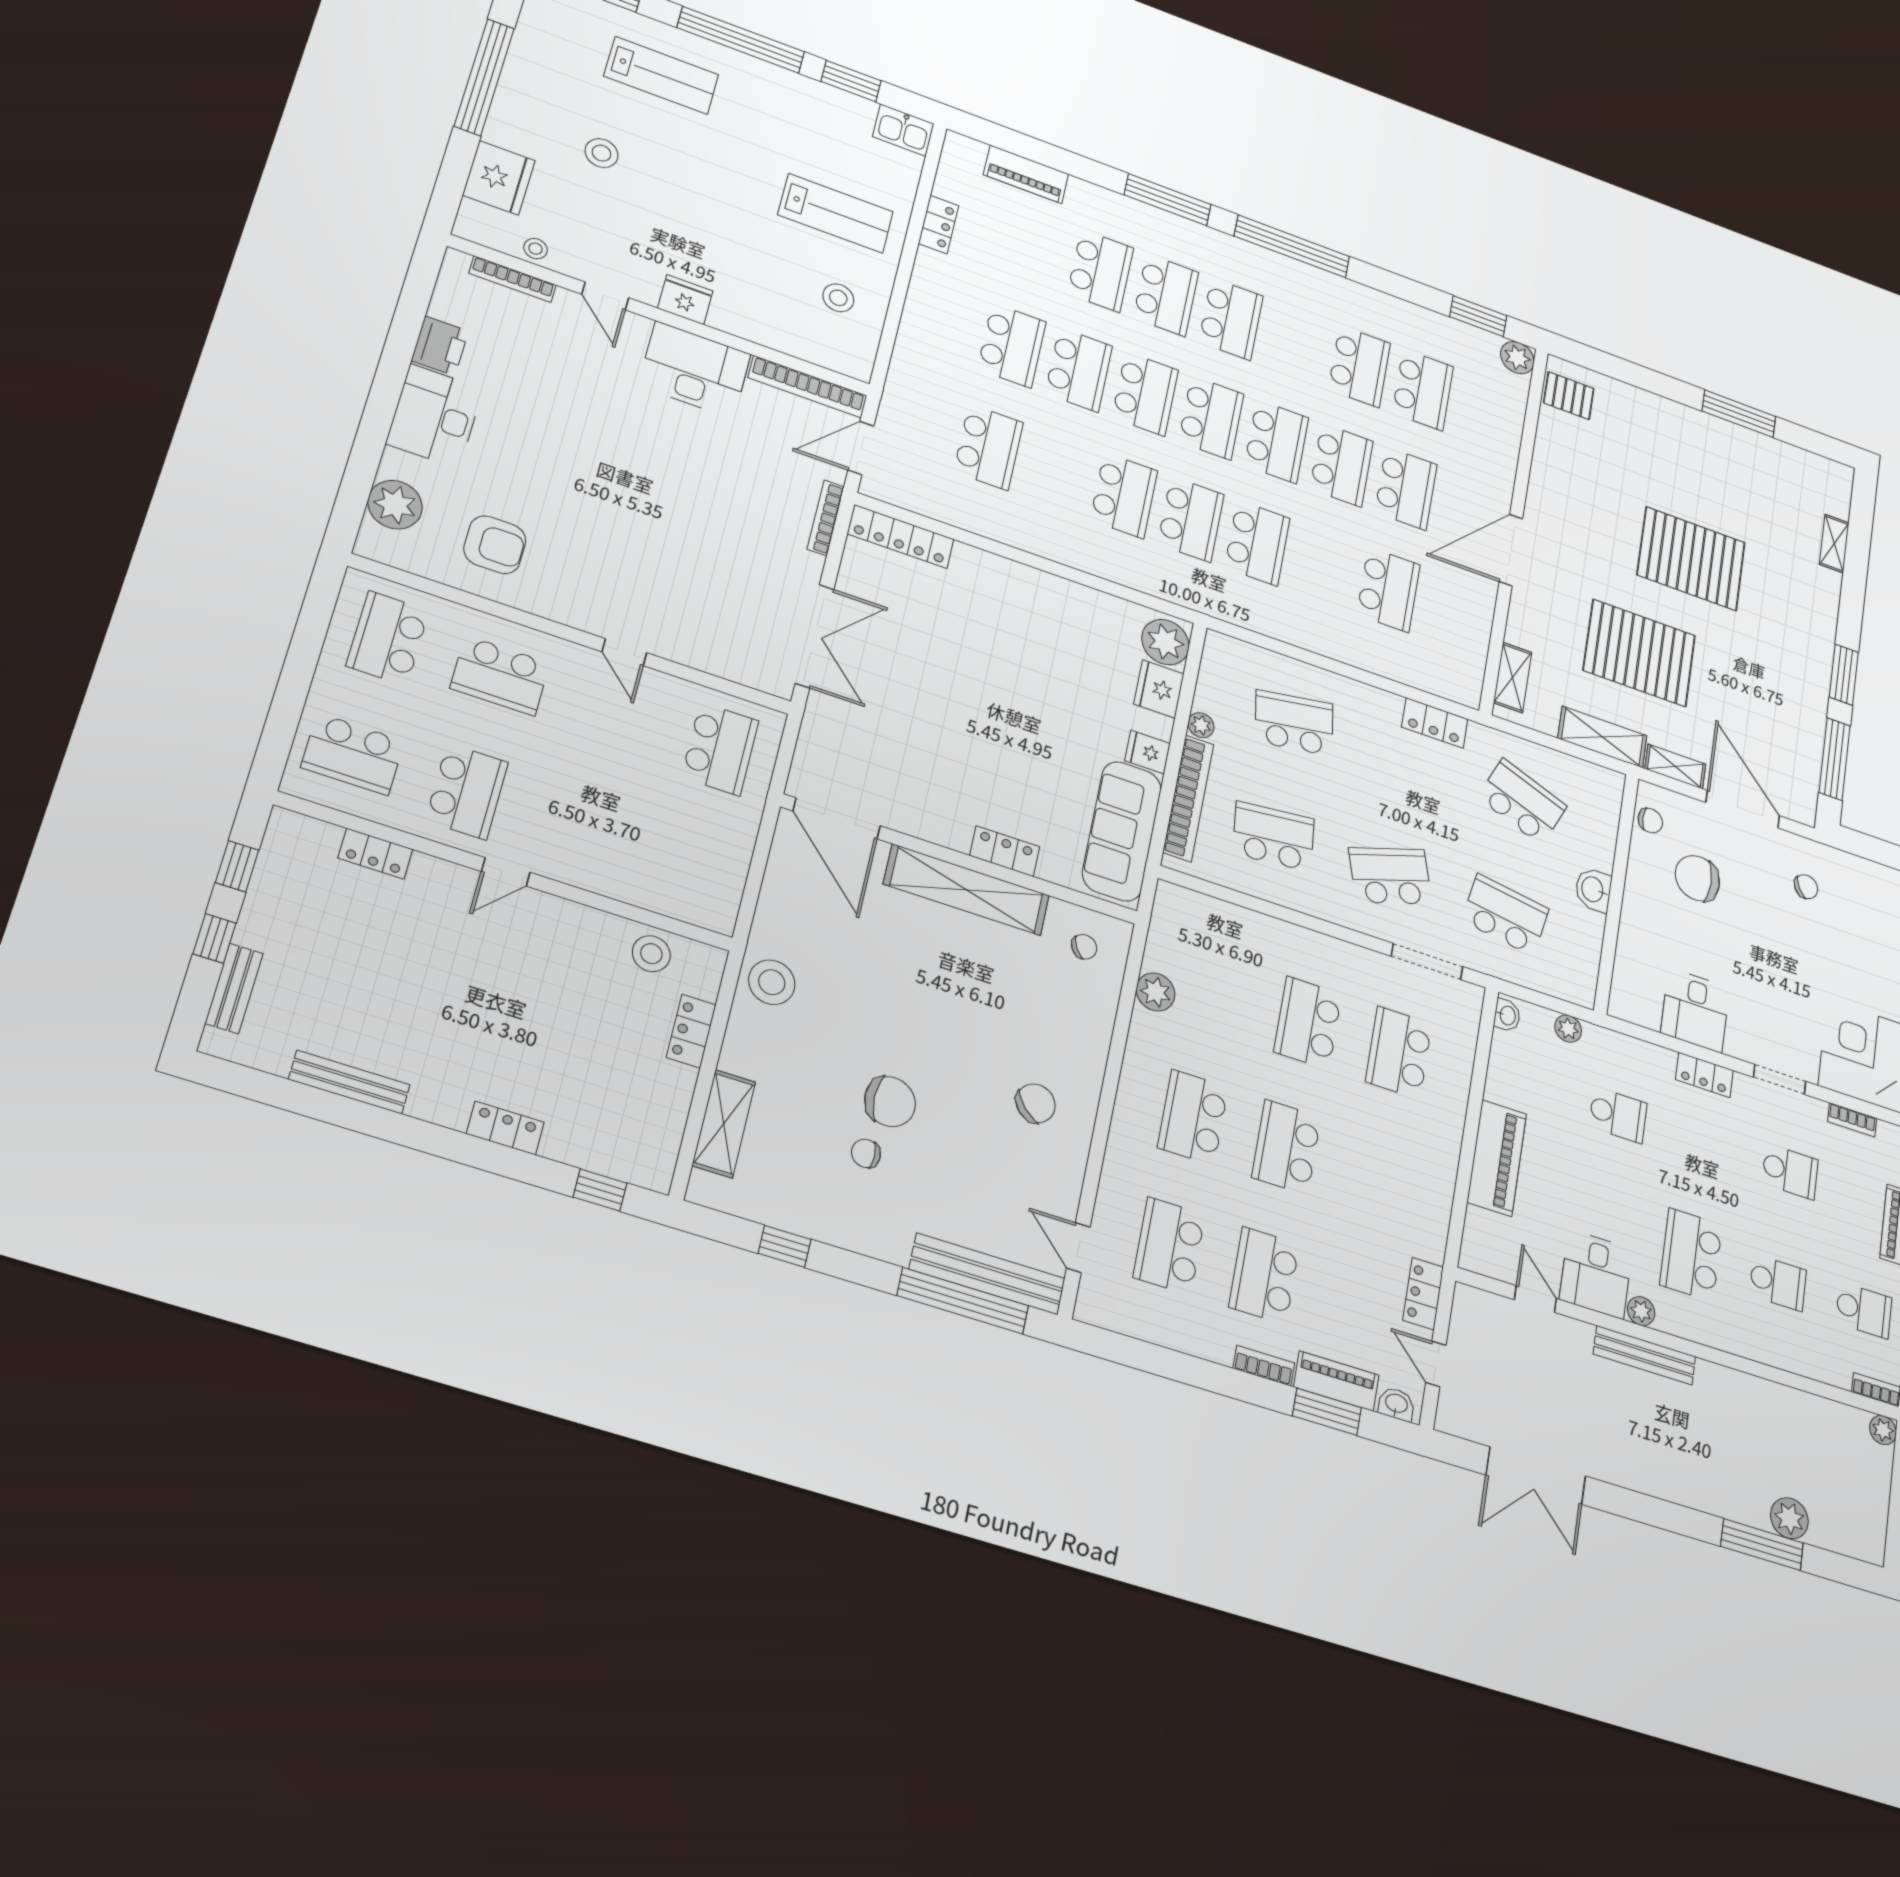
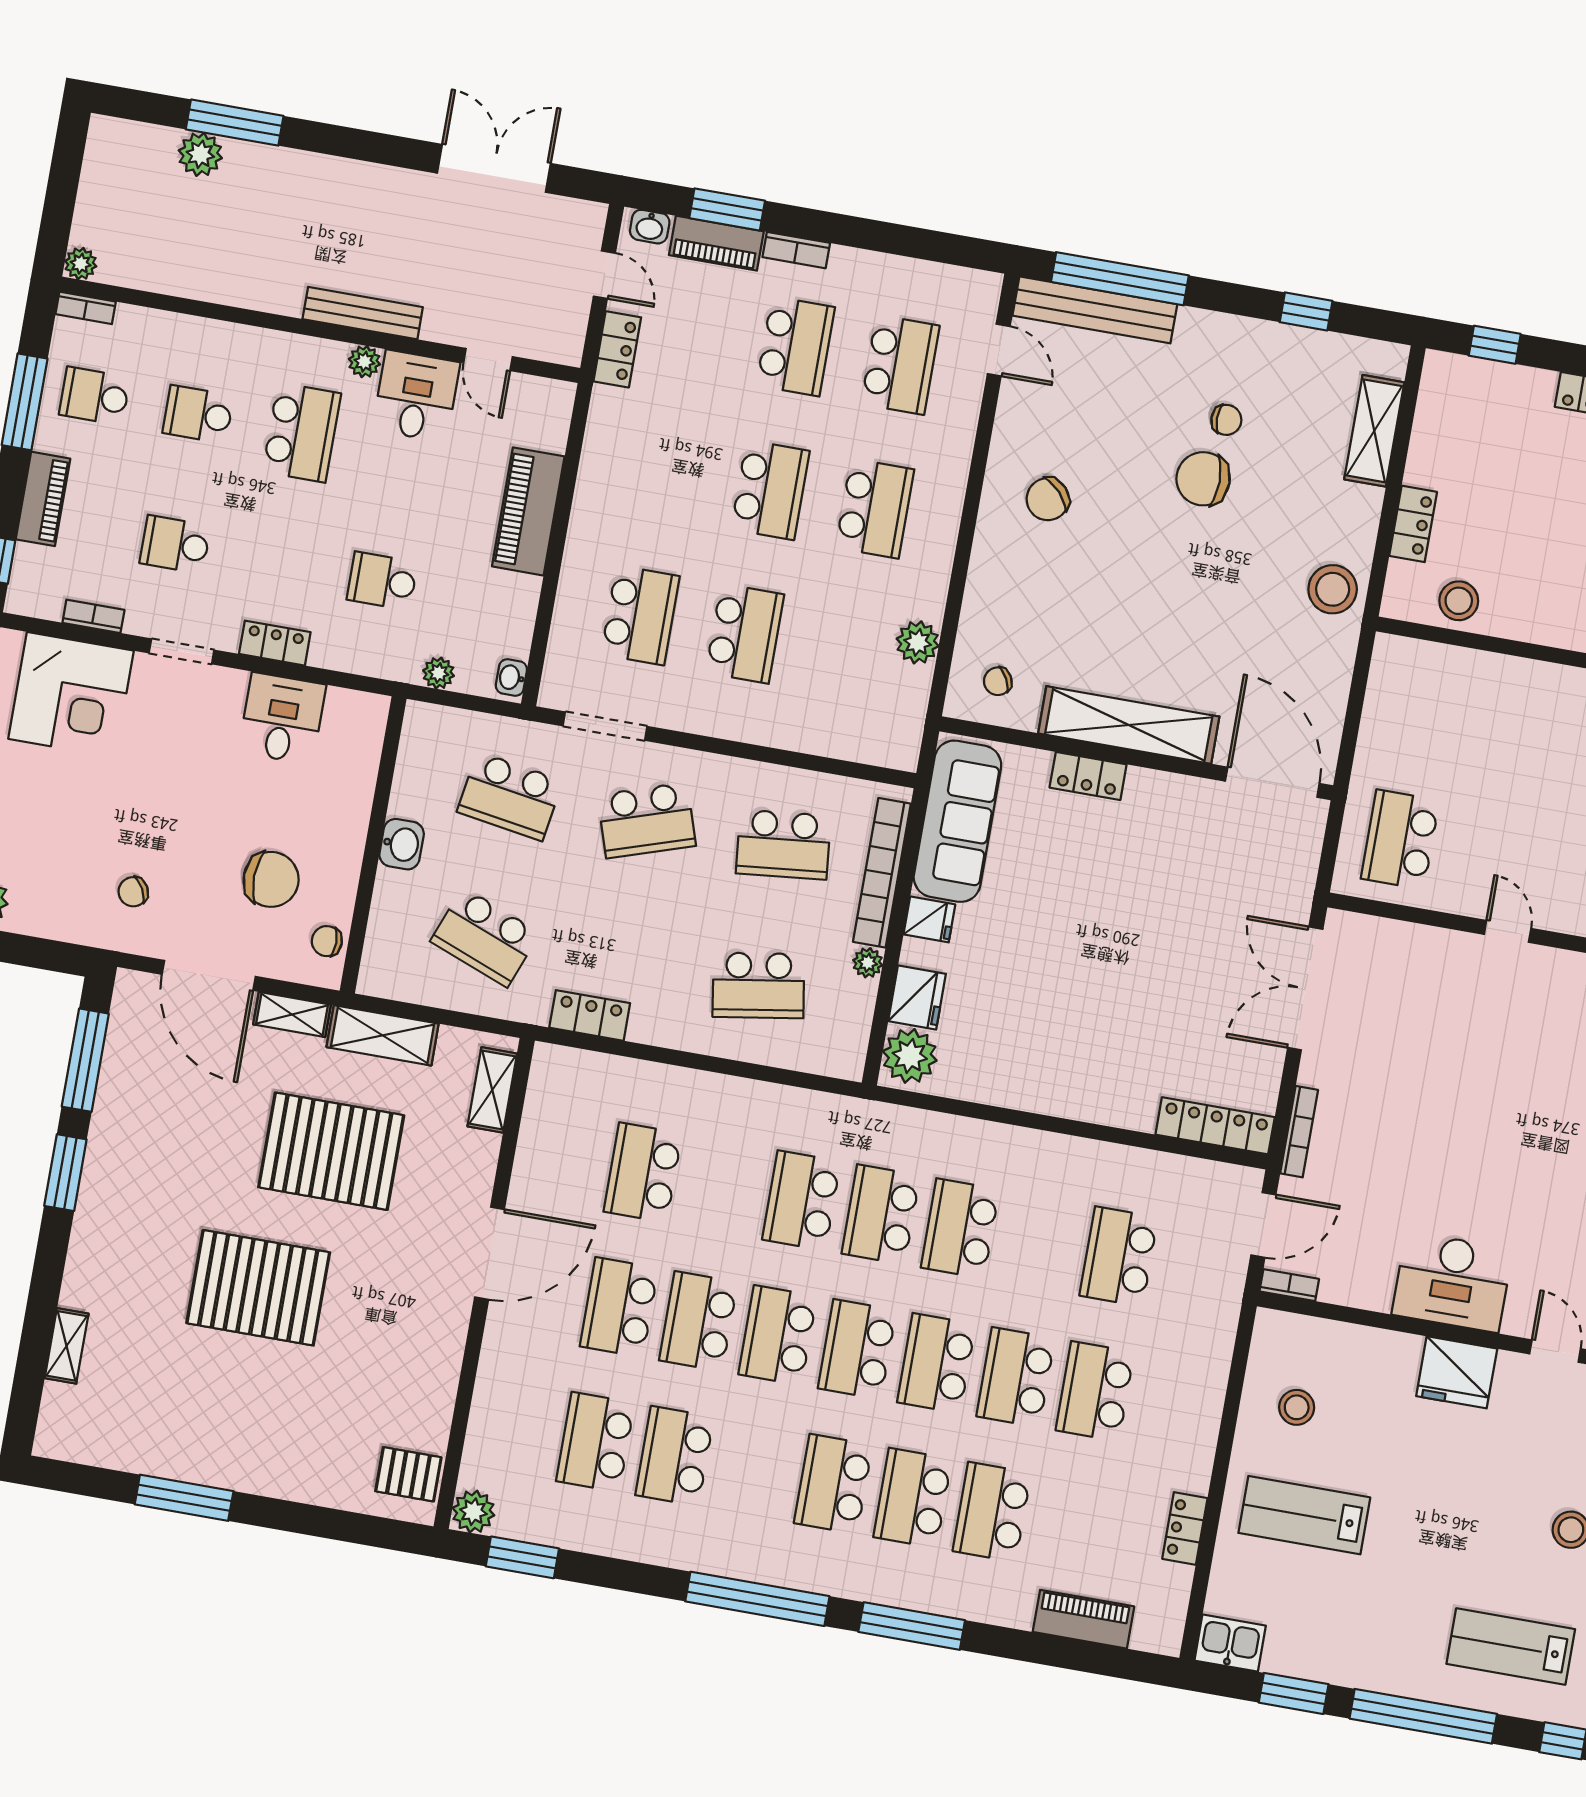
fridge: (685, 300) -> (1457, 1372), width x1.36, depth x1.34
bookcase: (807, 387) -> (1289, 1285), width x0.43, depth x0.76

